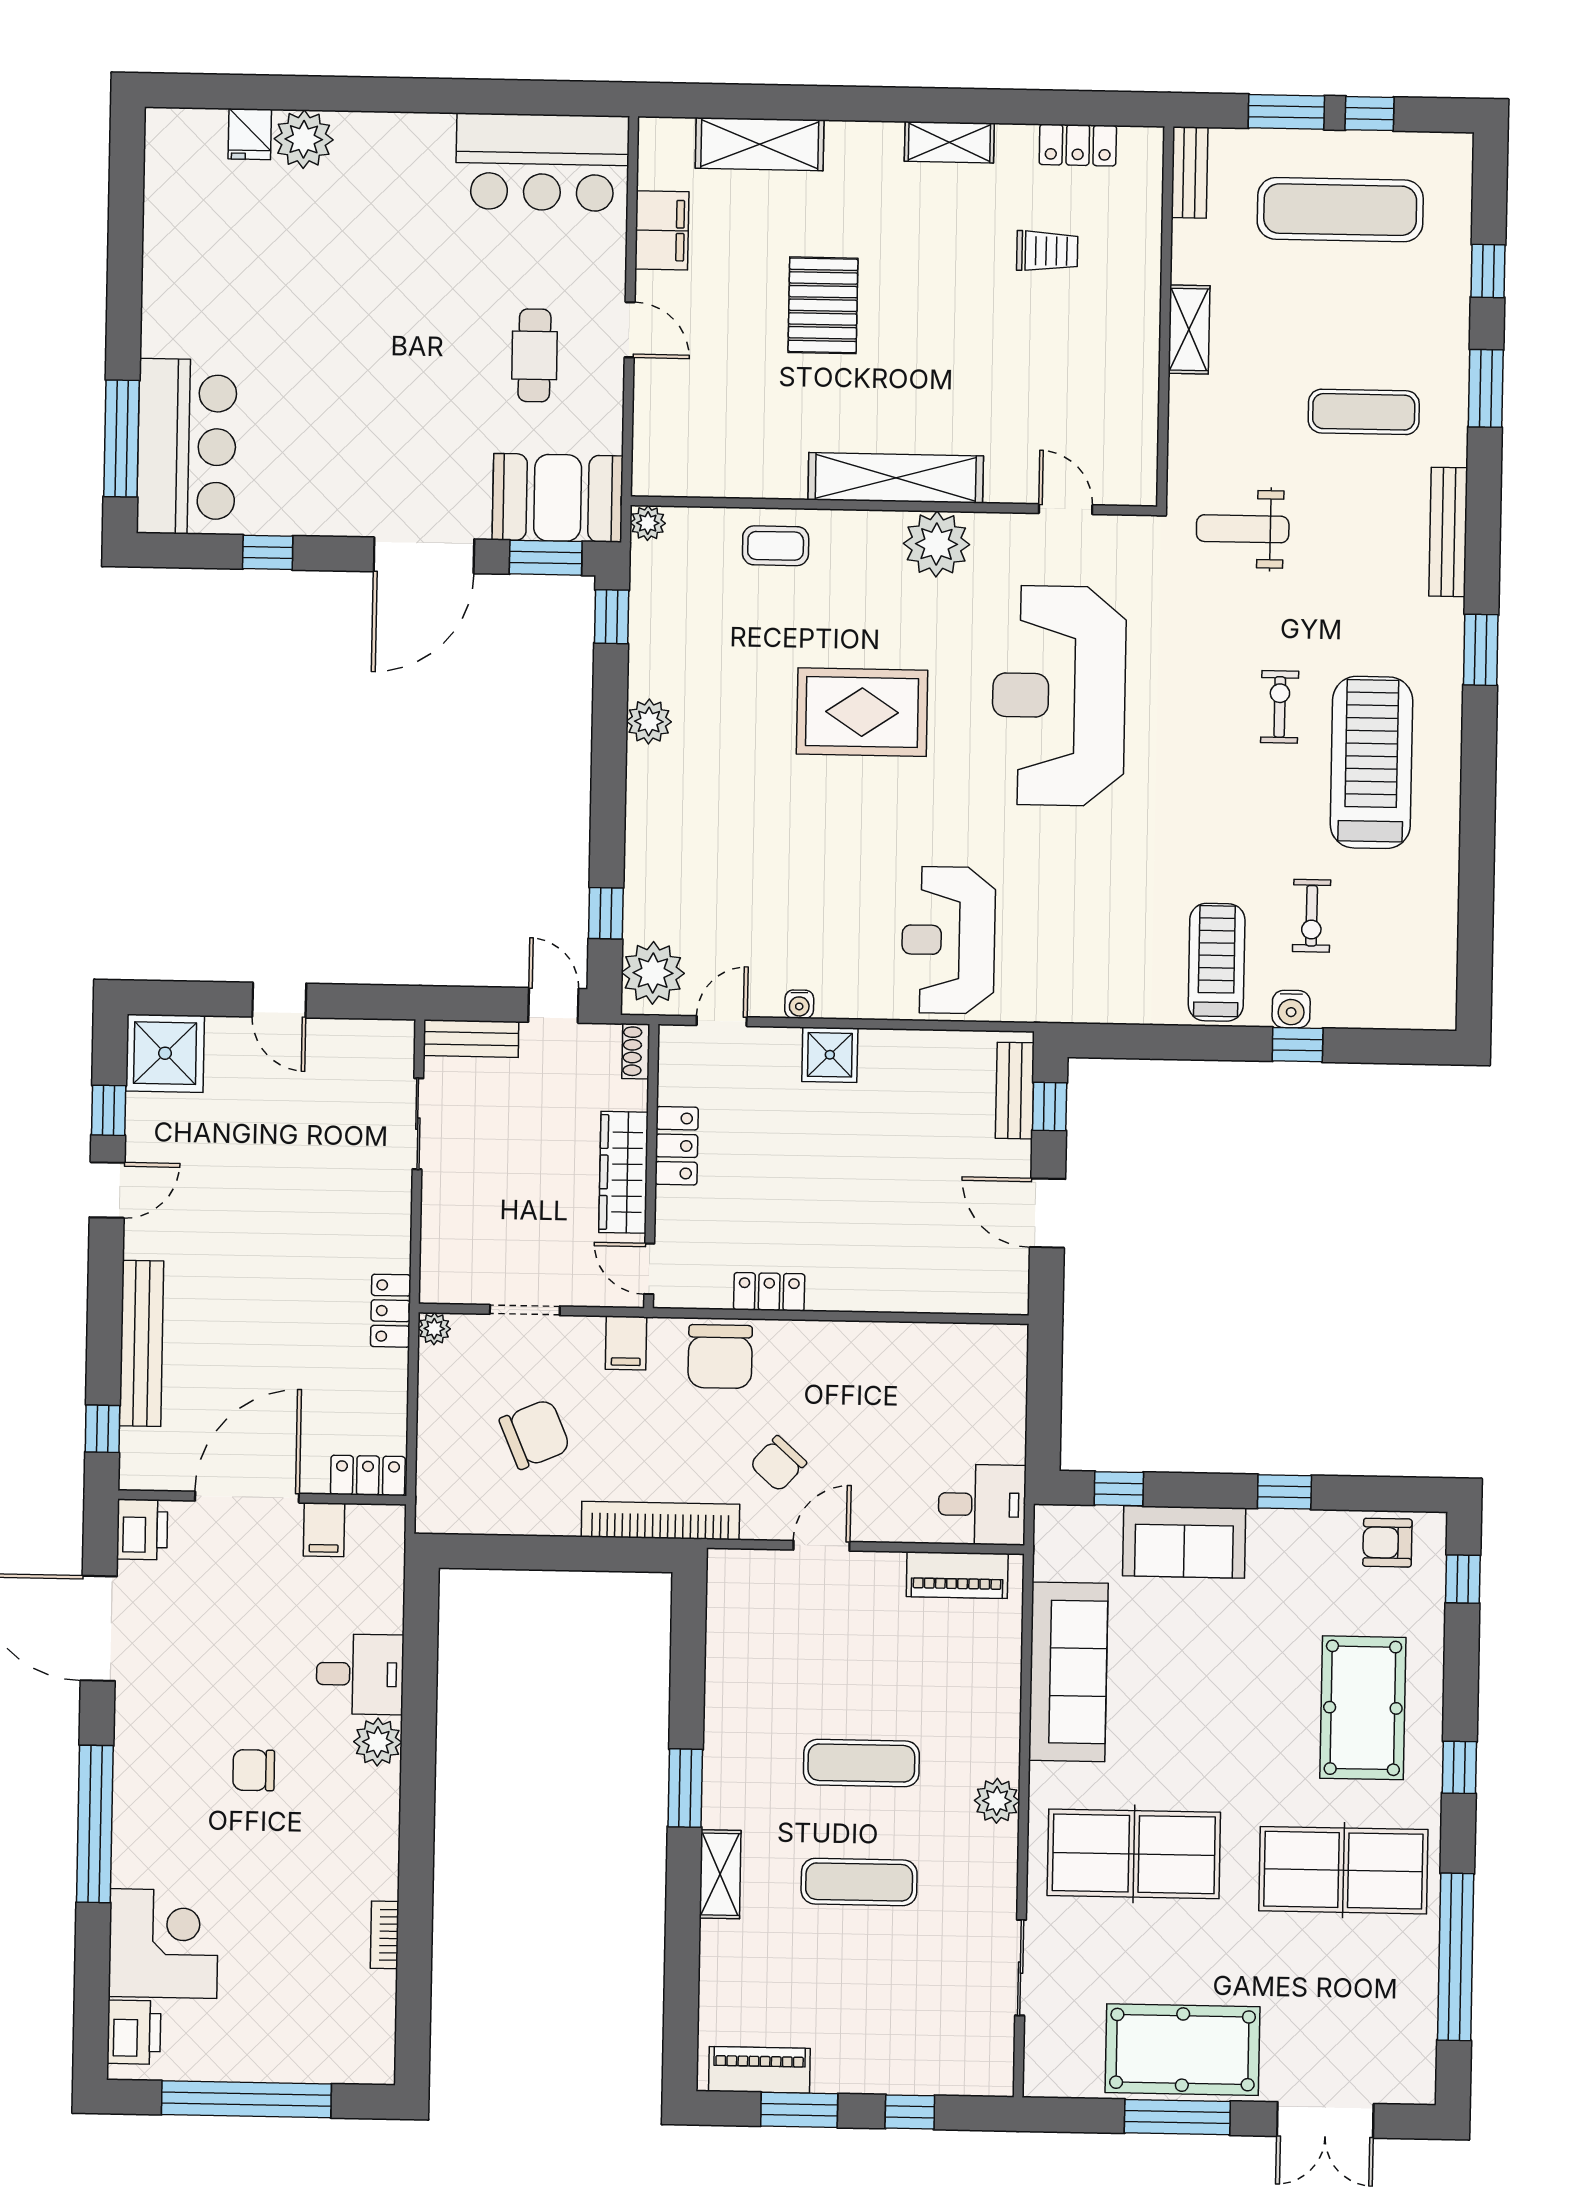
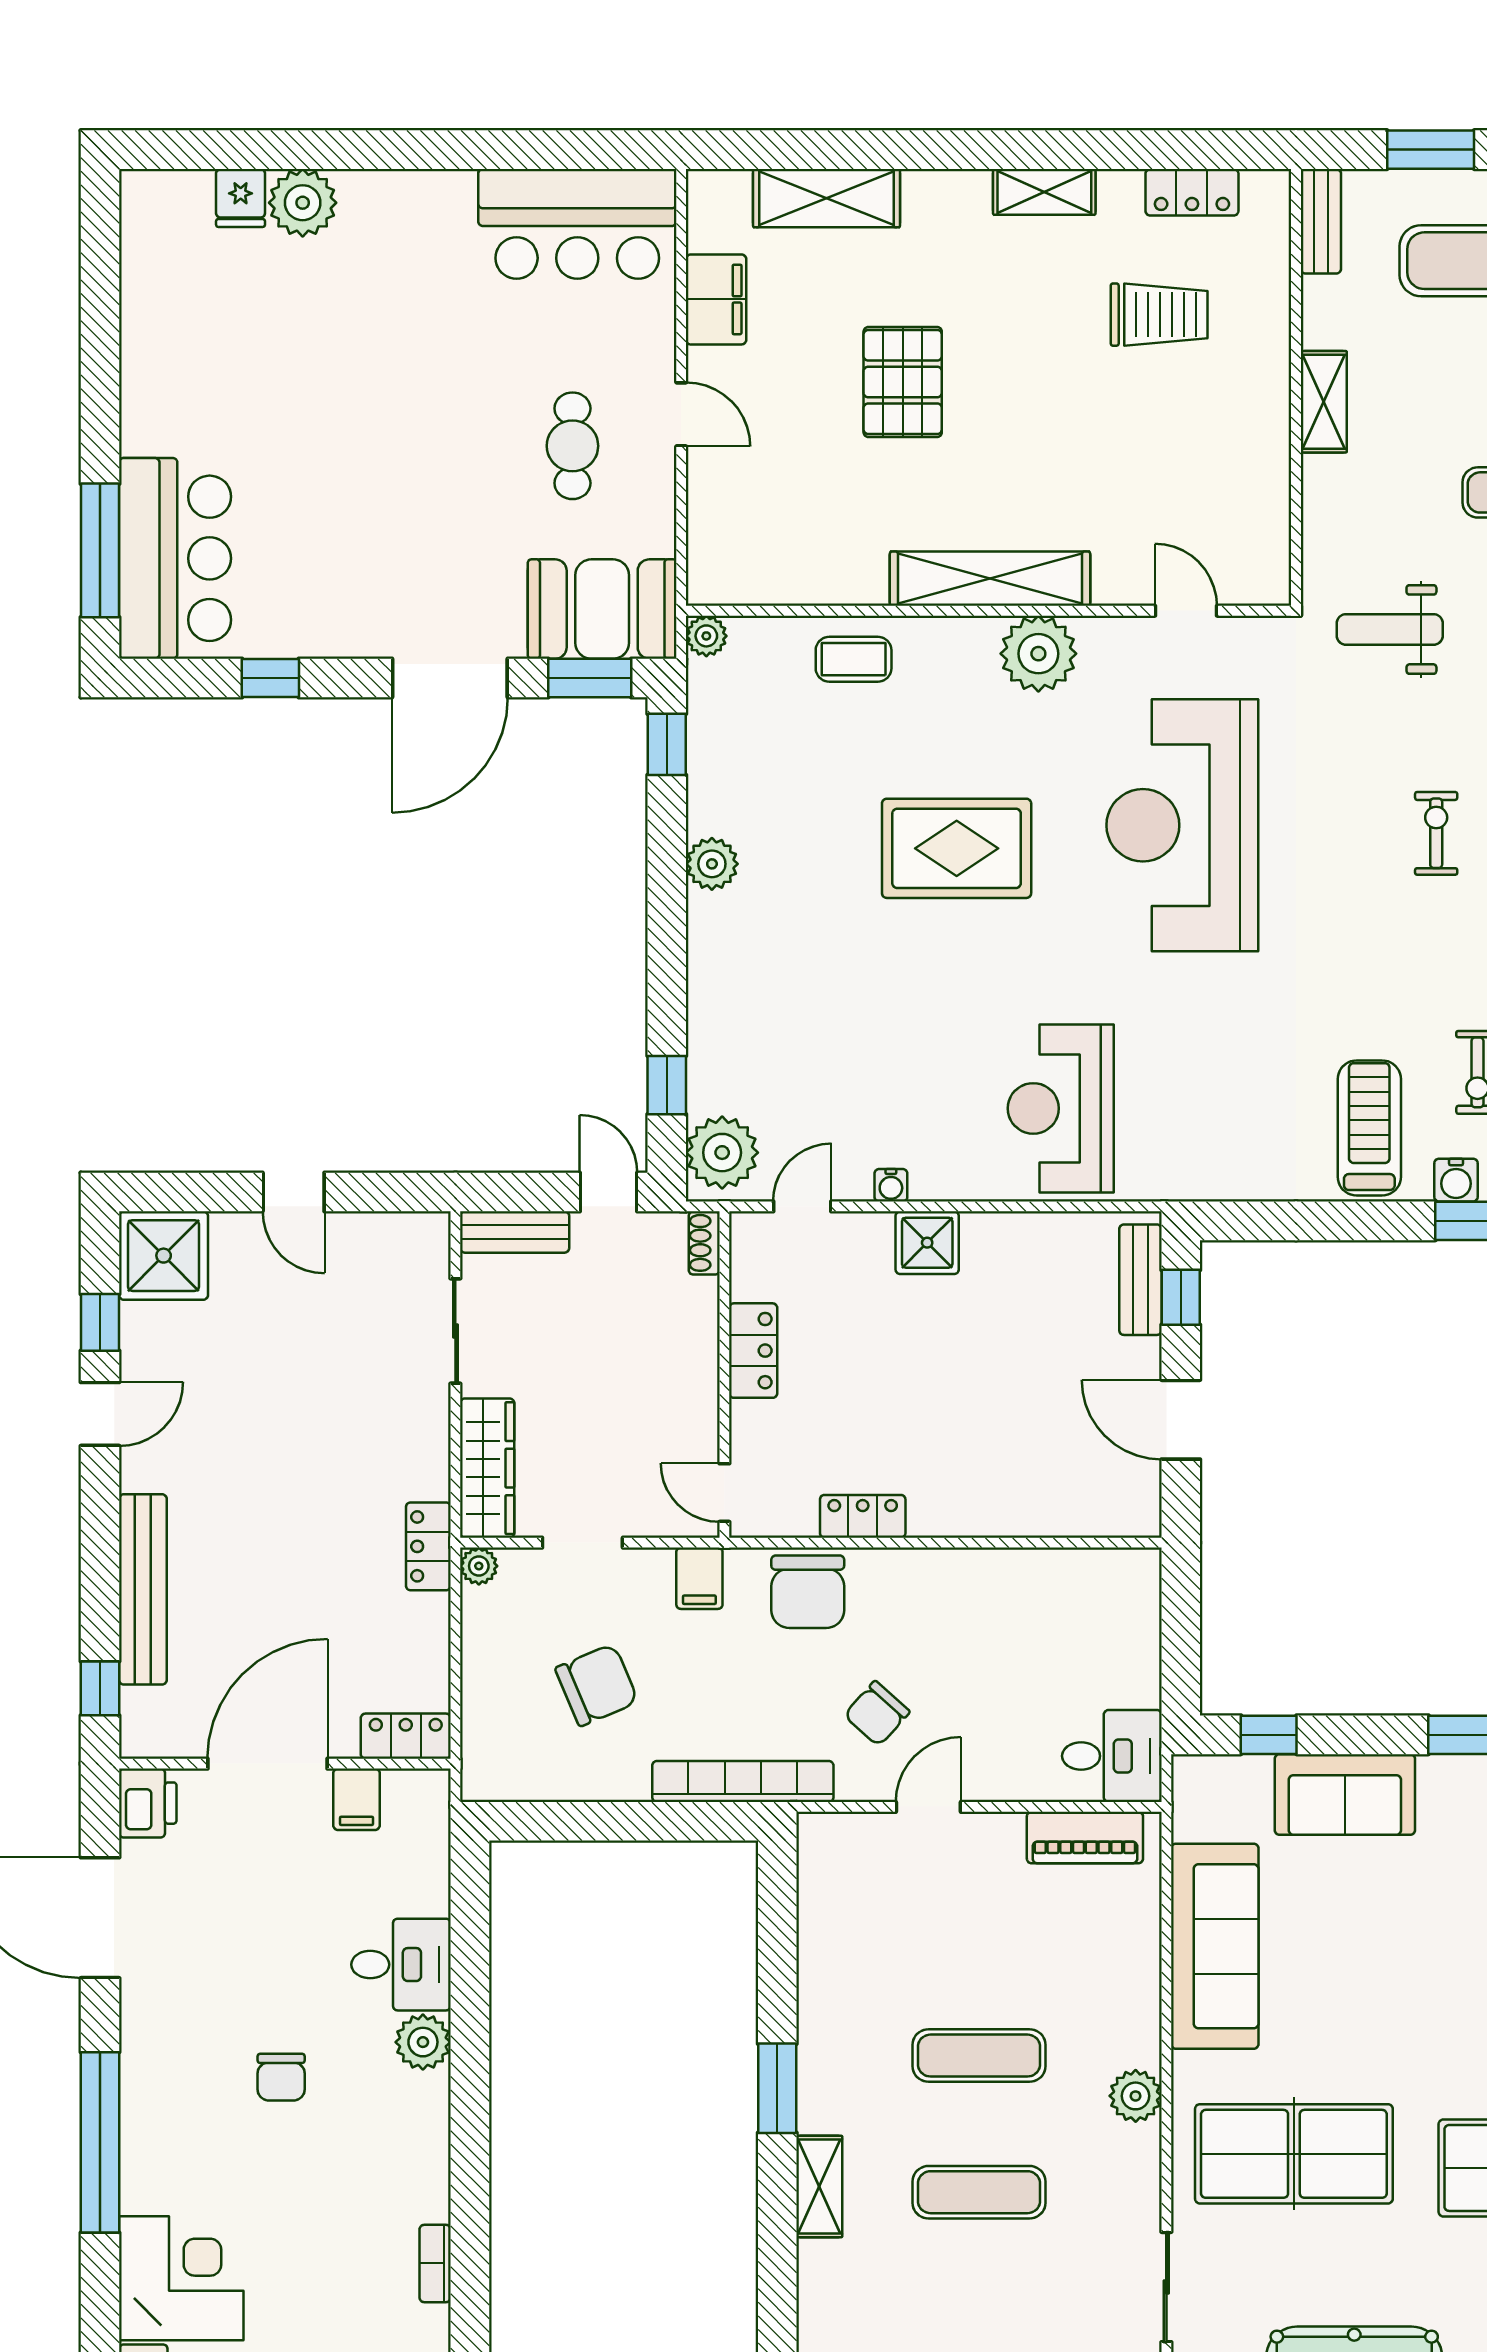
trolley: (1047, 251) -> (1159, 315), width x1.36, depth x1.39
wardrobe: (623, 1172) -> (487, 1468), moved, turned 180
chair: (254, 1770) -> (281, 2077), turned -90

